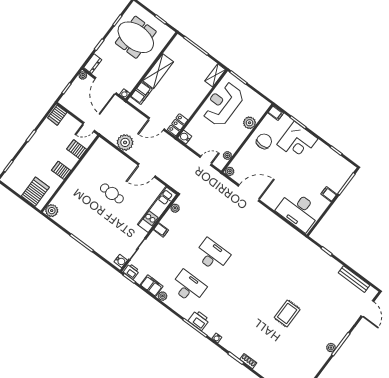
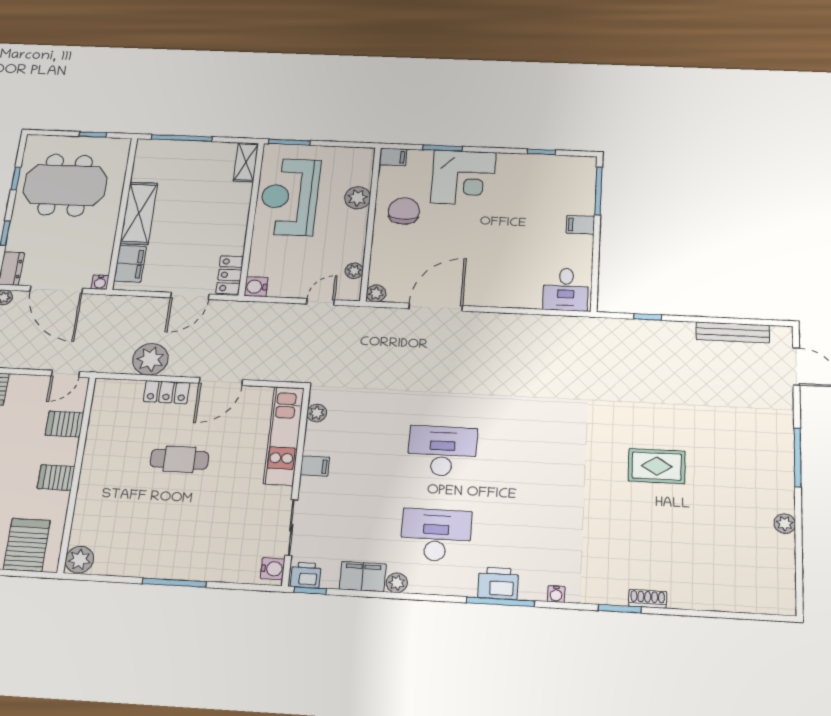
locker: (123, 161) -> (167, 392), added
desk: (299, 211) -> (566, 289), width x0.53, depth x0.77
rug: (287, 313) -> (657, 466), turned 90
plant: (331, 348) -> (785, 524), moved

